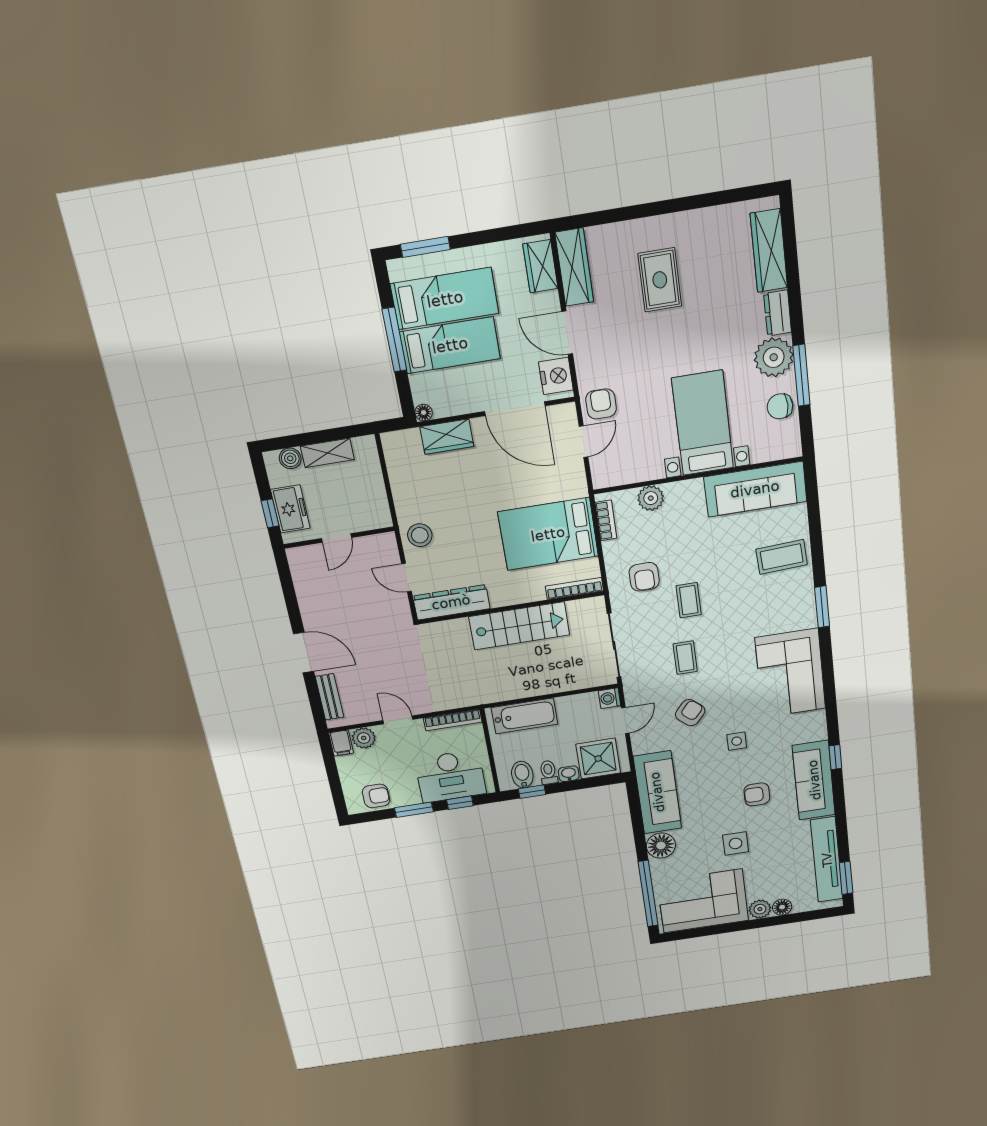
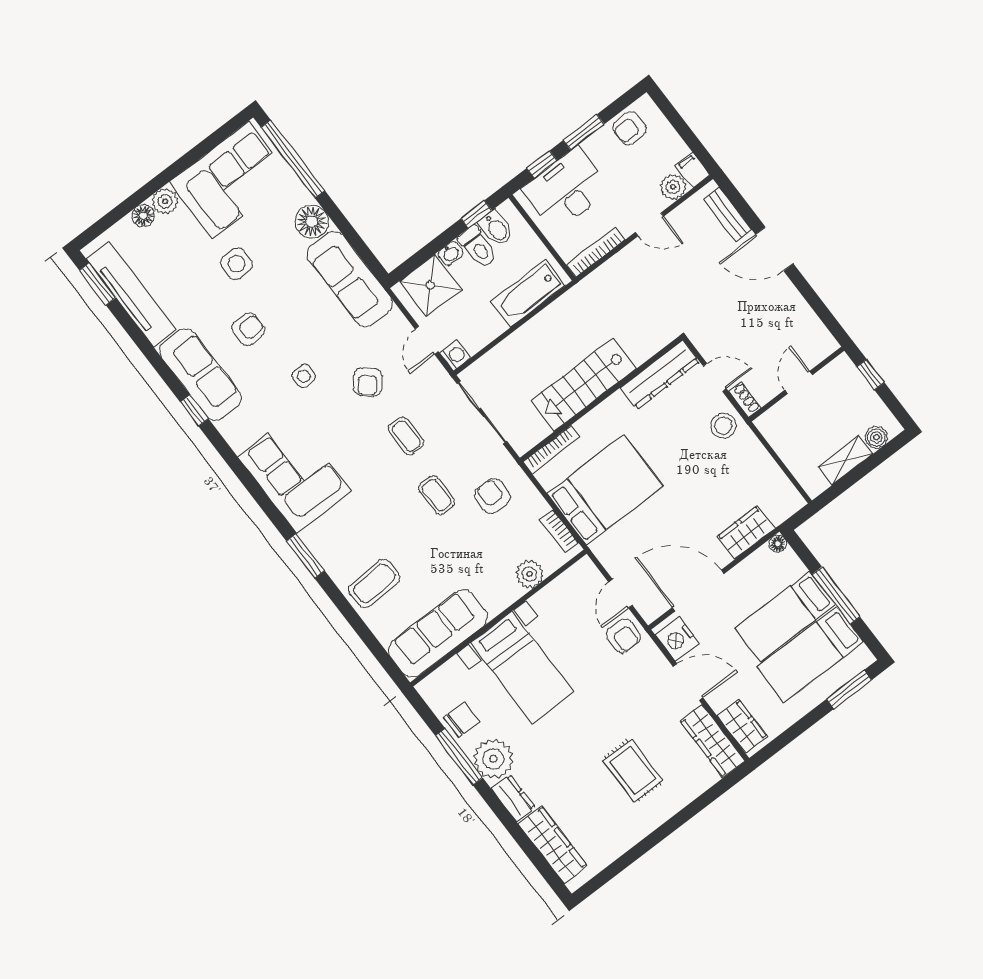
freezer: (290, 509) -> (854, 389), removed
shoe rack: (390, 547) -> (745, 399), added
toilet: (548, 772) -> (478, 247), width x1.37, depth x1.39

